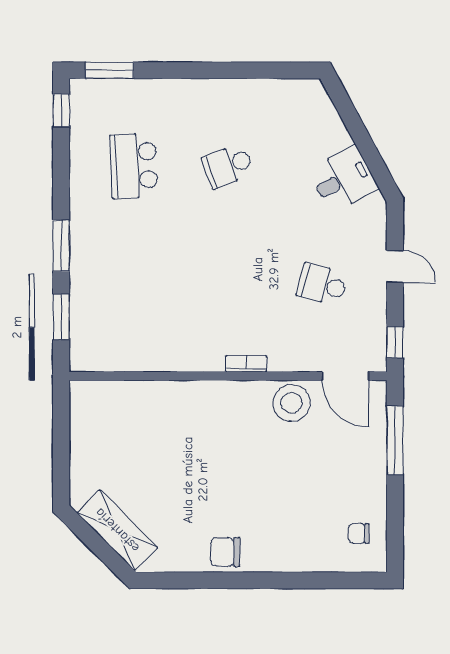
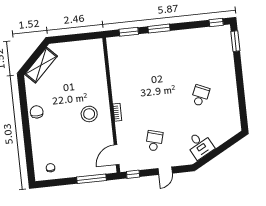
school desk: (134, 166) -> (196, 56), removed
school desk: (228, 166) -> (200, 96), turned 45
stool: (292, 403) -> (89, 114), moved

